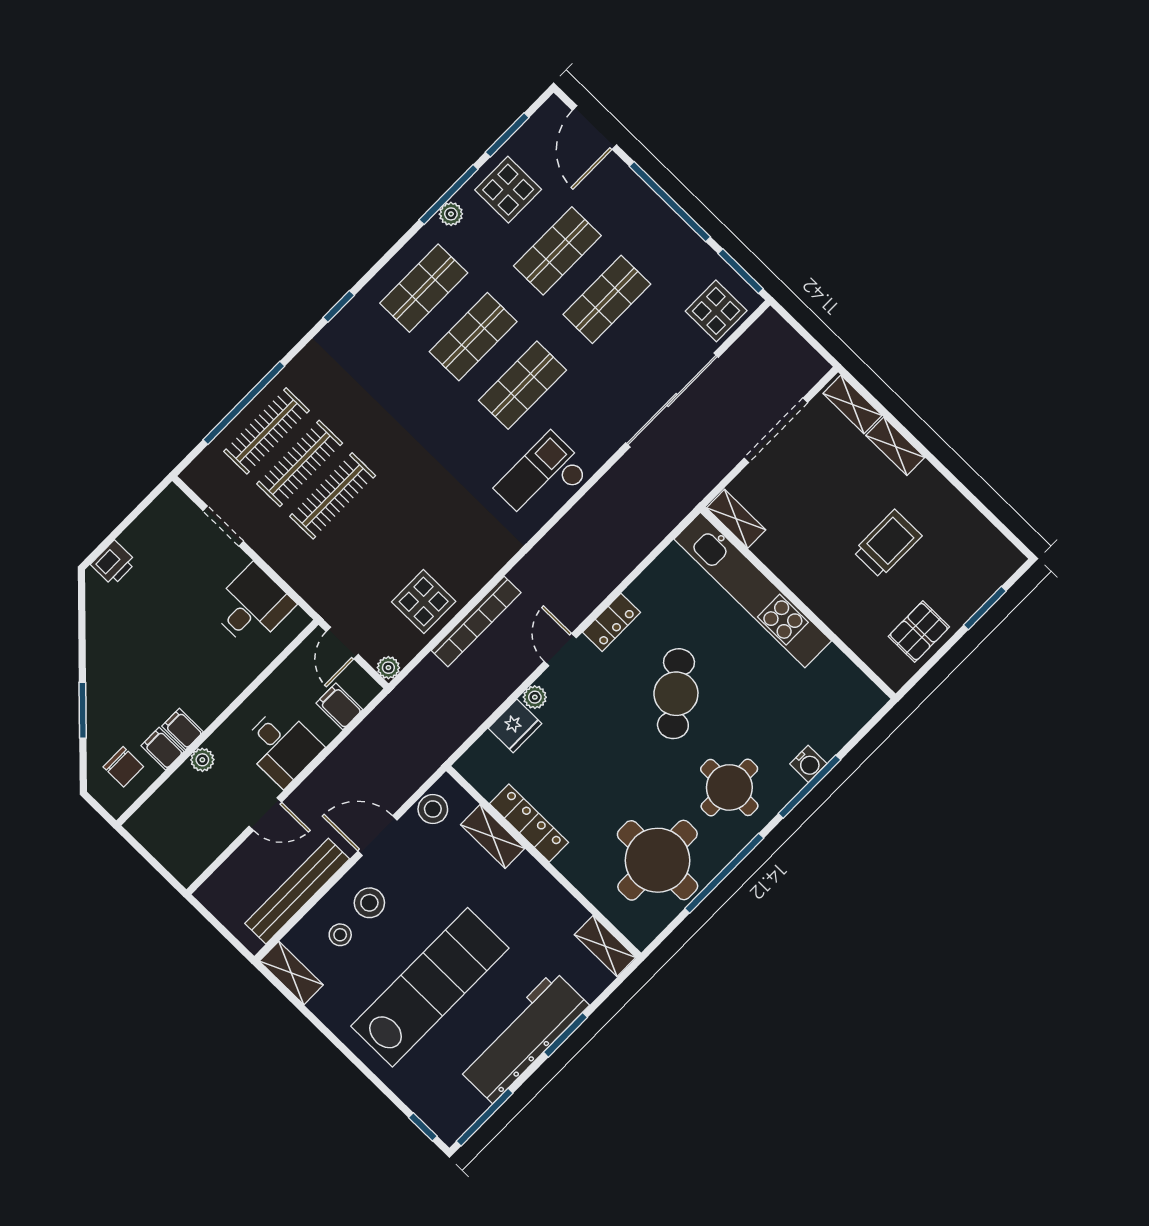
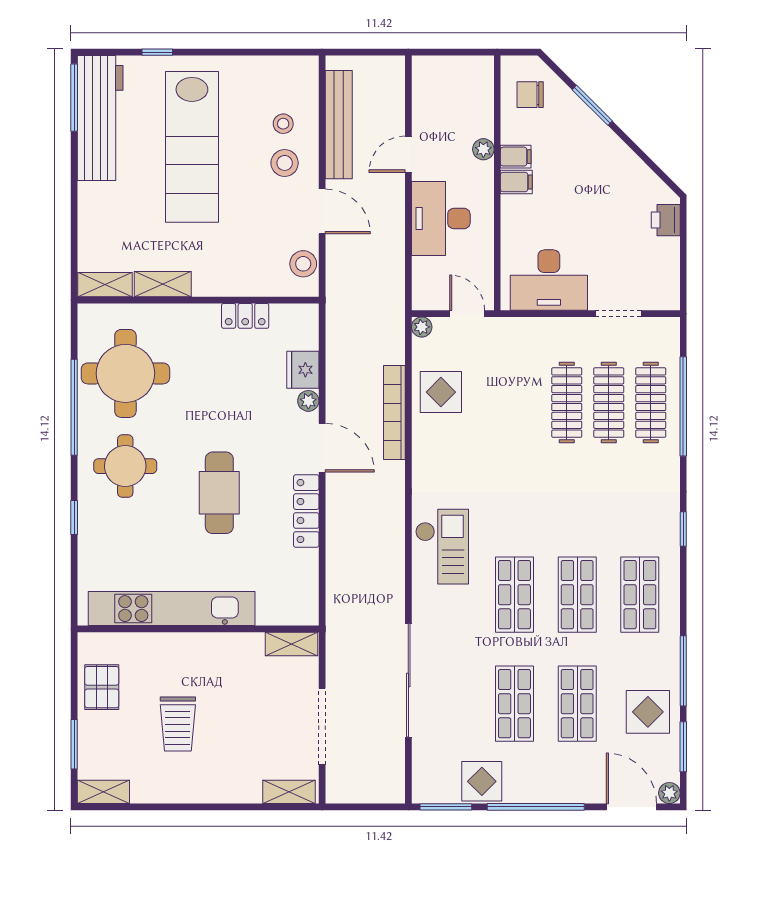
plant: (451, 214) -> (669, 793), moved
display table: (716, 311) -> (482, 781), moved
shelving: (895, 446) -> (103, 792), moved
kitchen unit: (753, 590) -> (172, 609), moved
desk: (252, 606) -> (549, 280), width x1.37
locker: (612, 622) -> (306, 511), width x1.53
door: (560, 650) -> (322, 448), width x1.38
cafe table: (676, 694) -> (219, 493), turned 39
filing cabinet: (339, 706) -> (429, 271), removed
desk: (282, 746) -> (441, 219), width x1.37
filing cabinet: (162, 749) -> (516, 182), moved
water cooler: (808, 764) -> (89, 531), removed
window: (809, 787) -> (74, 517), width x0.46
locker: (529, 823) -> (245, 316), width x0.66
door: (377, 836) -> (322, 211), hinge flipped
shelving: (493, 836) -> (163, 284), moved
shelving: (291, 973) -> (291, 68), removed
window: (565, 1035) -> (74, 202), removed
workbench: (523, 1037) -> (100, 118), moved
window: (423, 1127) -> (157, 52), moved

